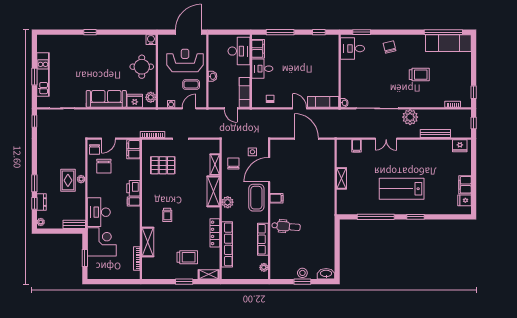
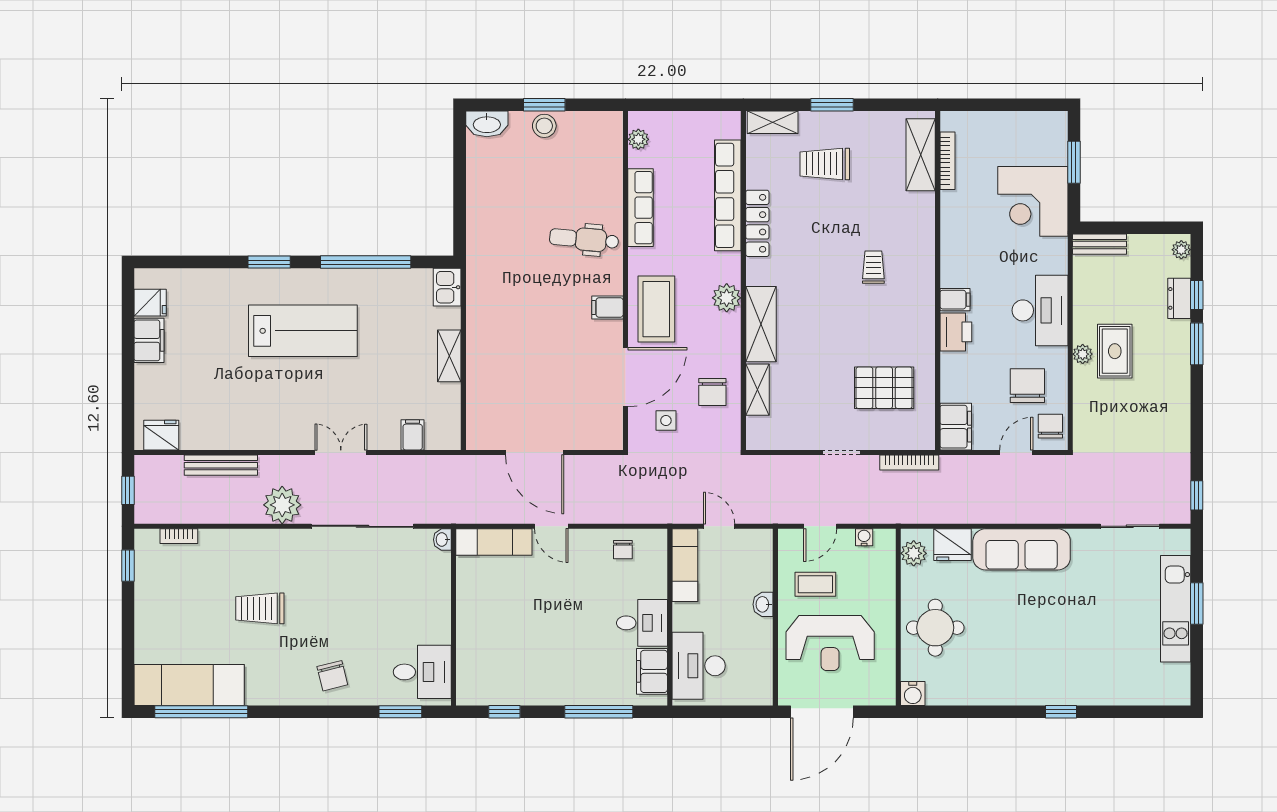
kitchen sink: (342, 207) -> (447, 287), added
desk: (99, 212) -> (1040, 310), moved
shelving: (148, 242) -> (921, 155), moved

